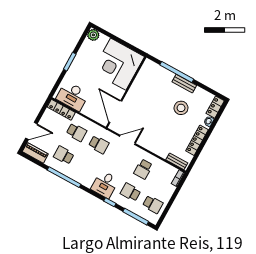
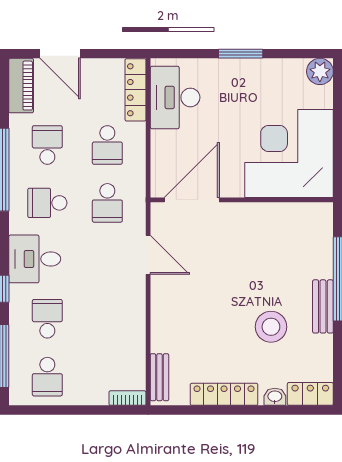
school desk: (143, 169) -> (47, 203), moved

